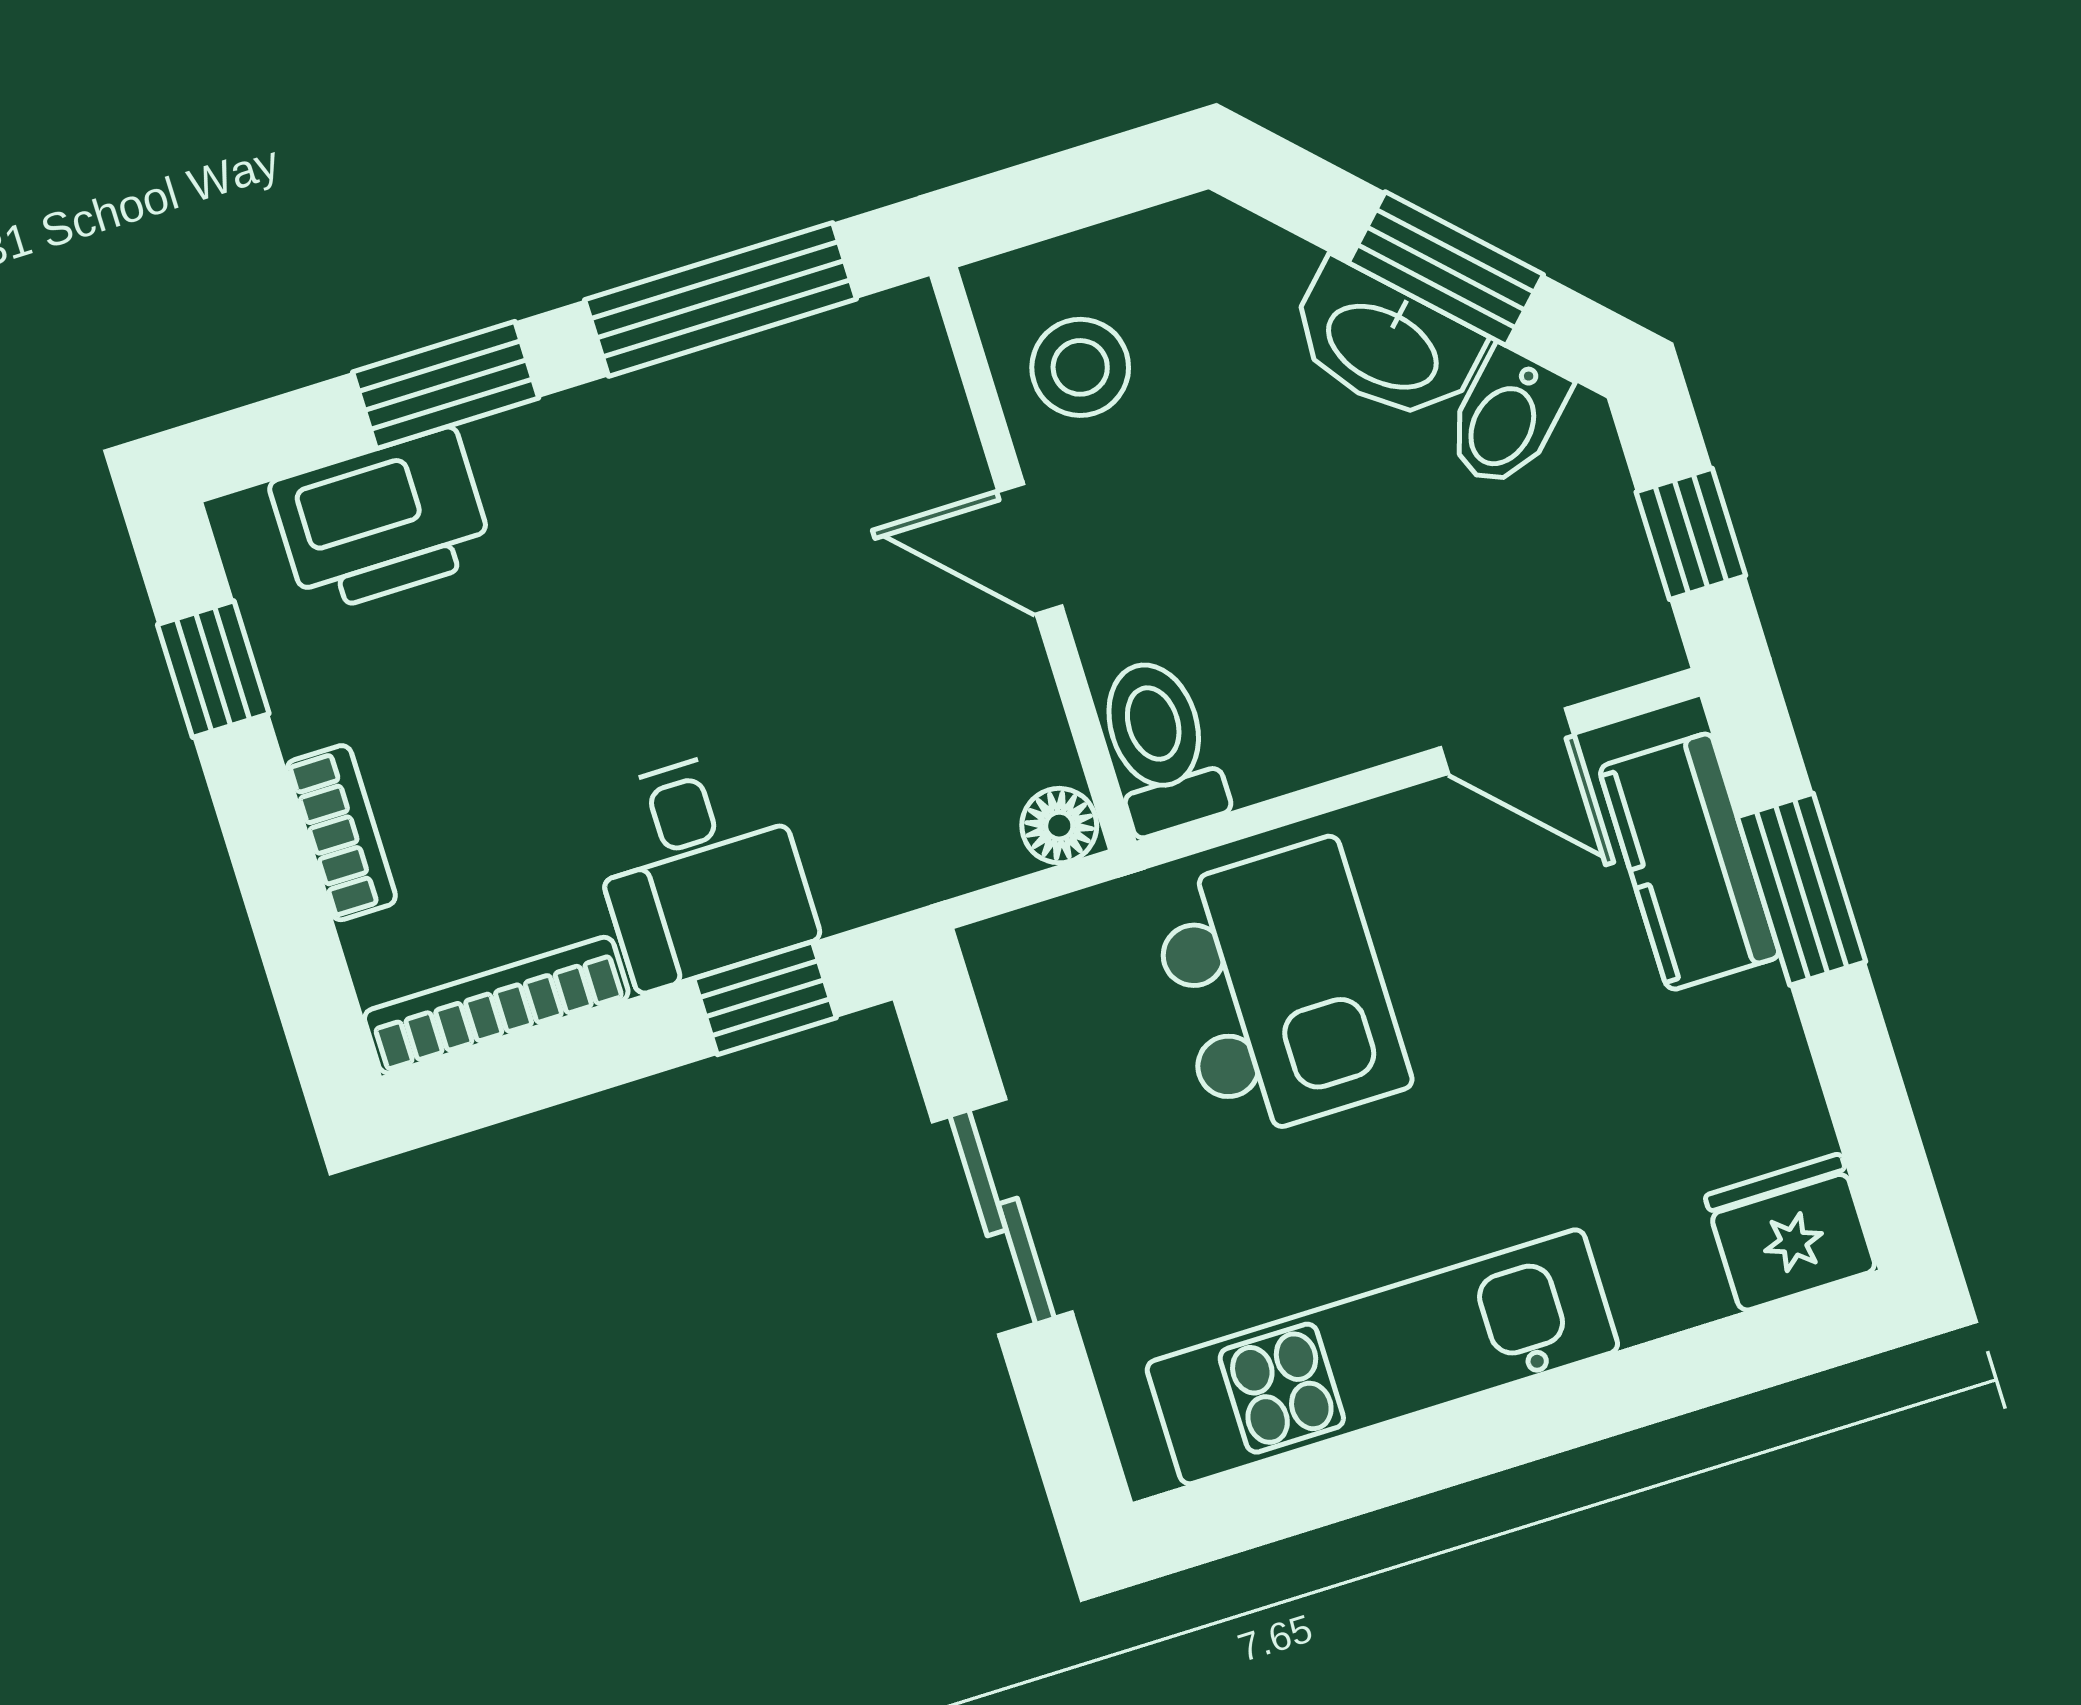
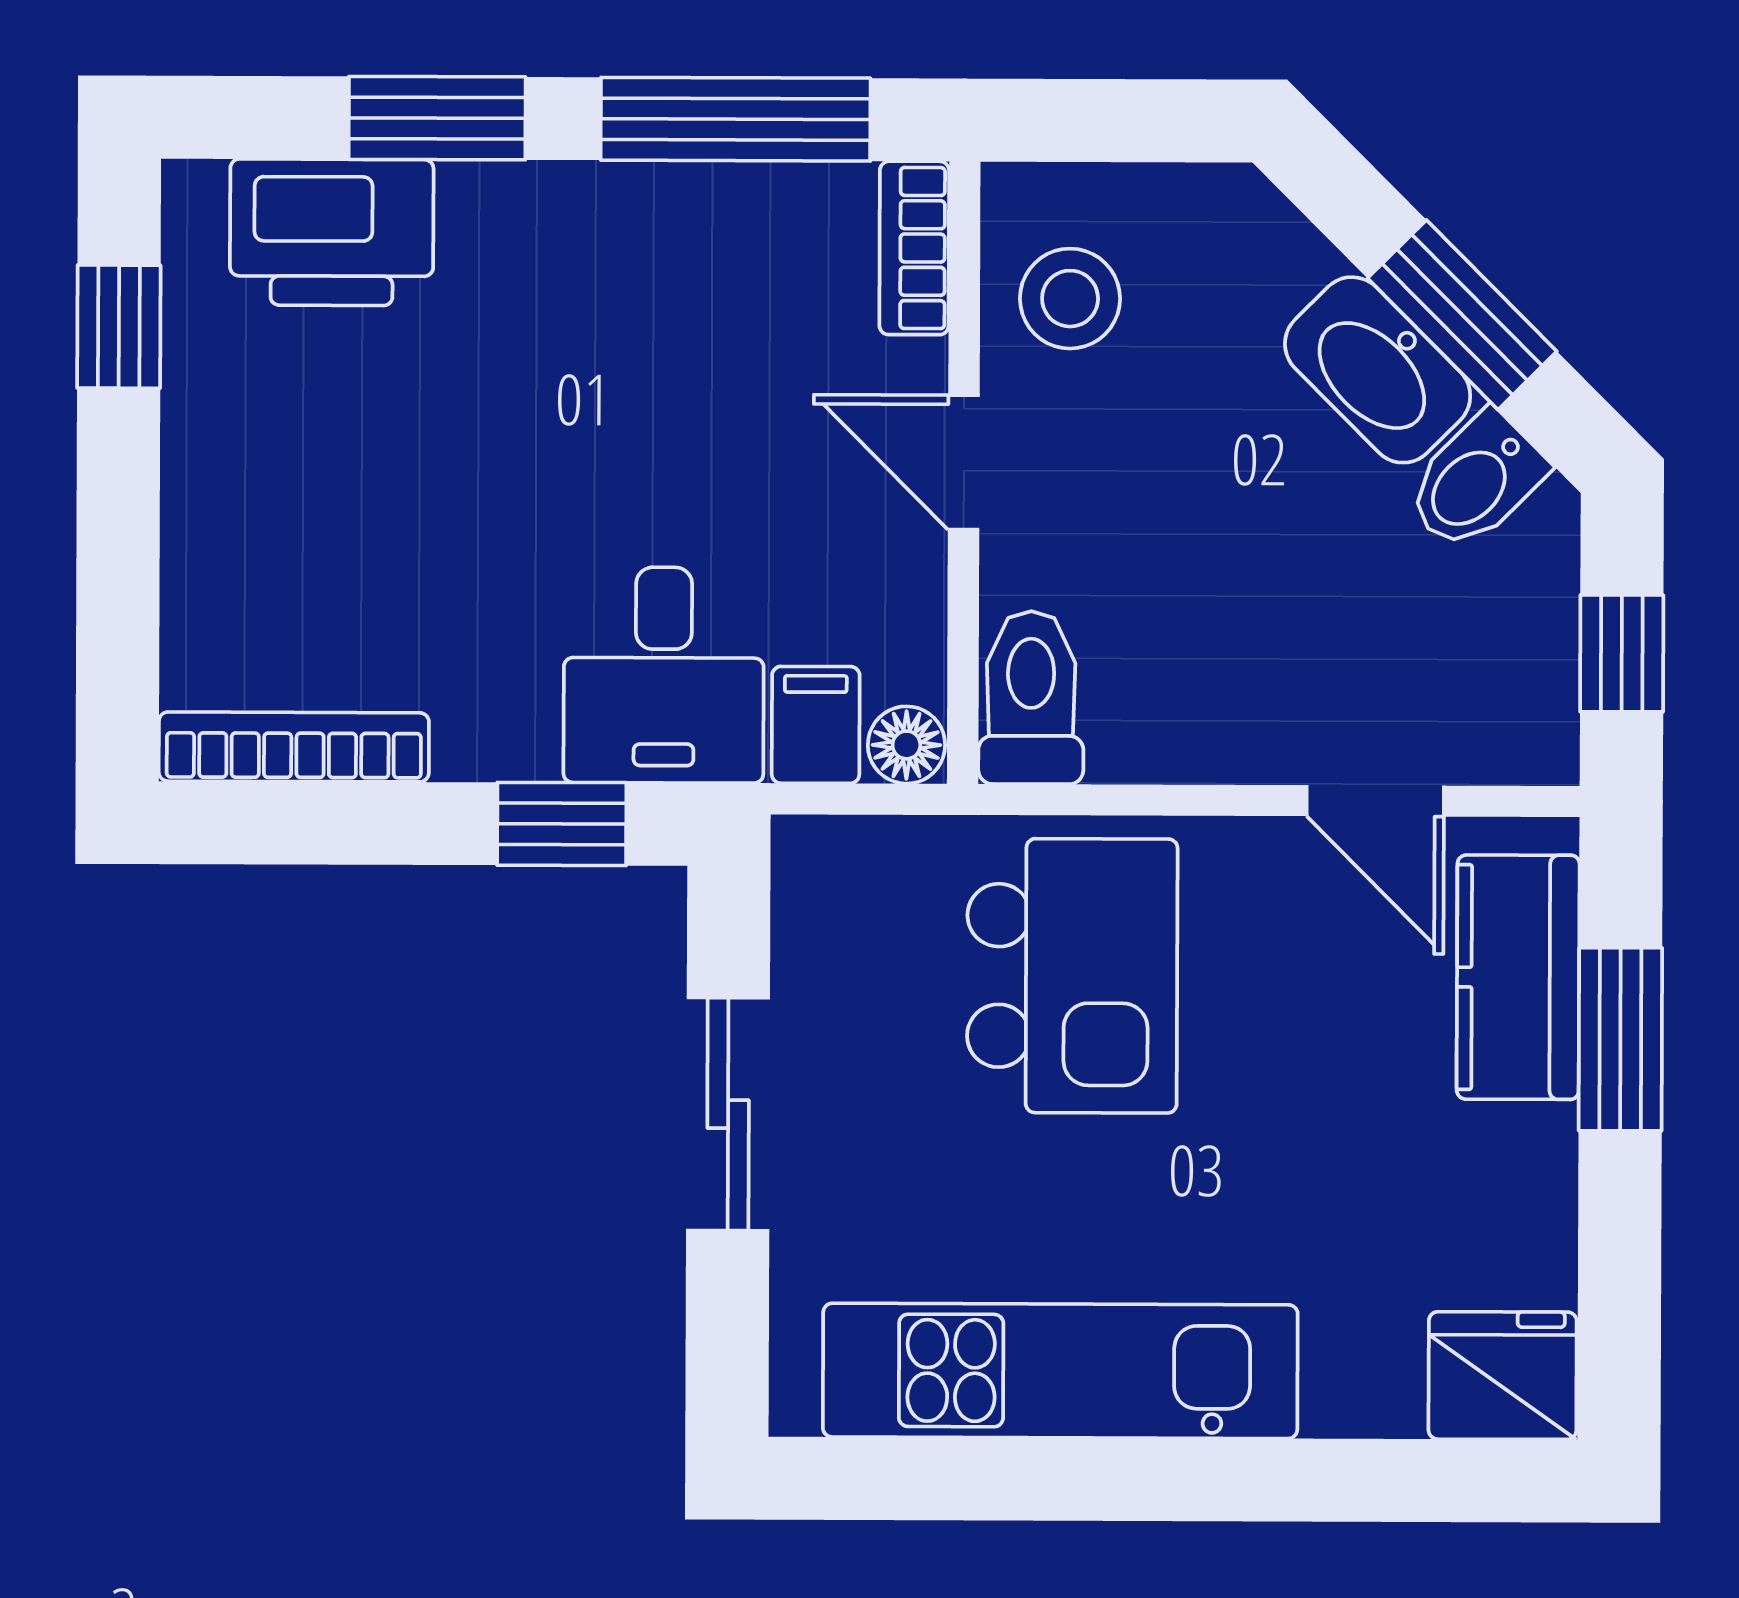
bookcase: (341, 833) -> (914, 248), moved, turned 180
filing cabinet: (970, 833) -> (816, 725), added
desk: (699, 868) -> (664, 675), moved

